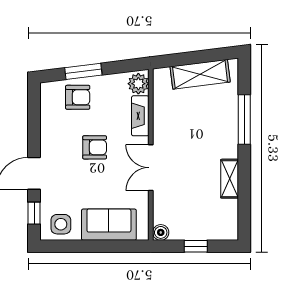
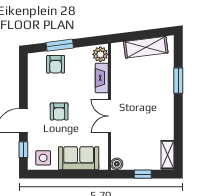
armchair: (78, 97) -> (56, 64), turned 90
window: (244, 120) -> (178, 81), width x0.69
armchair: (95, 147) -> (59, 111), moved, turned 90
shelving: (230, 179) -> (168, 155), moved

